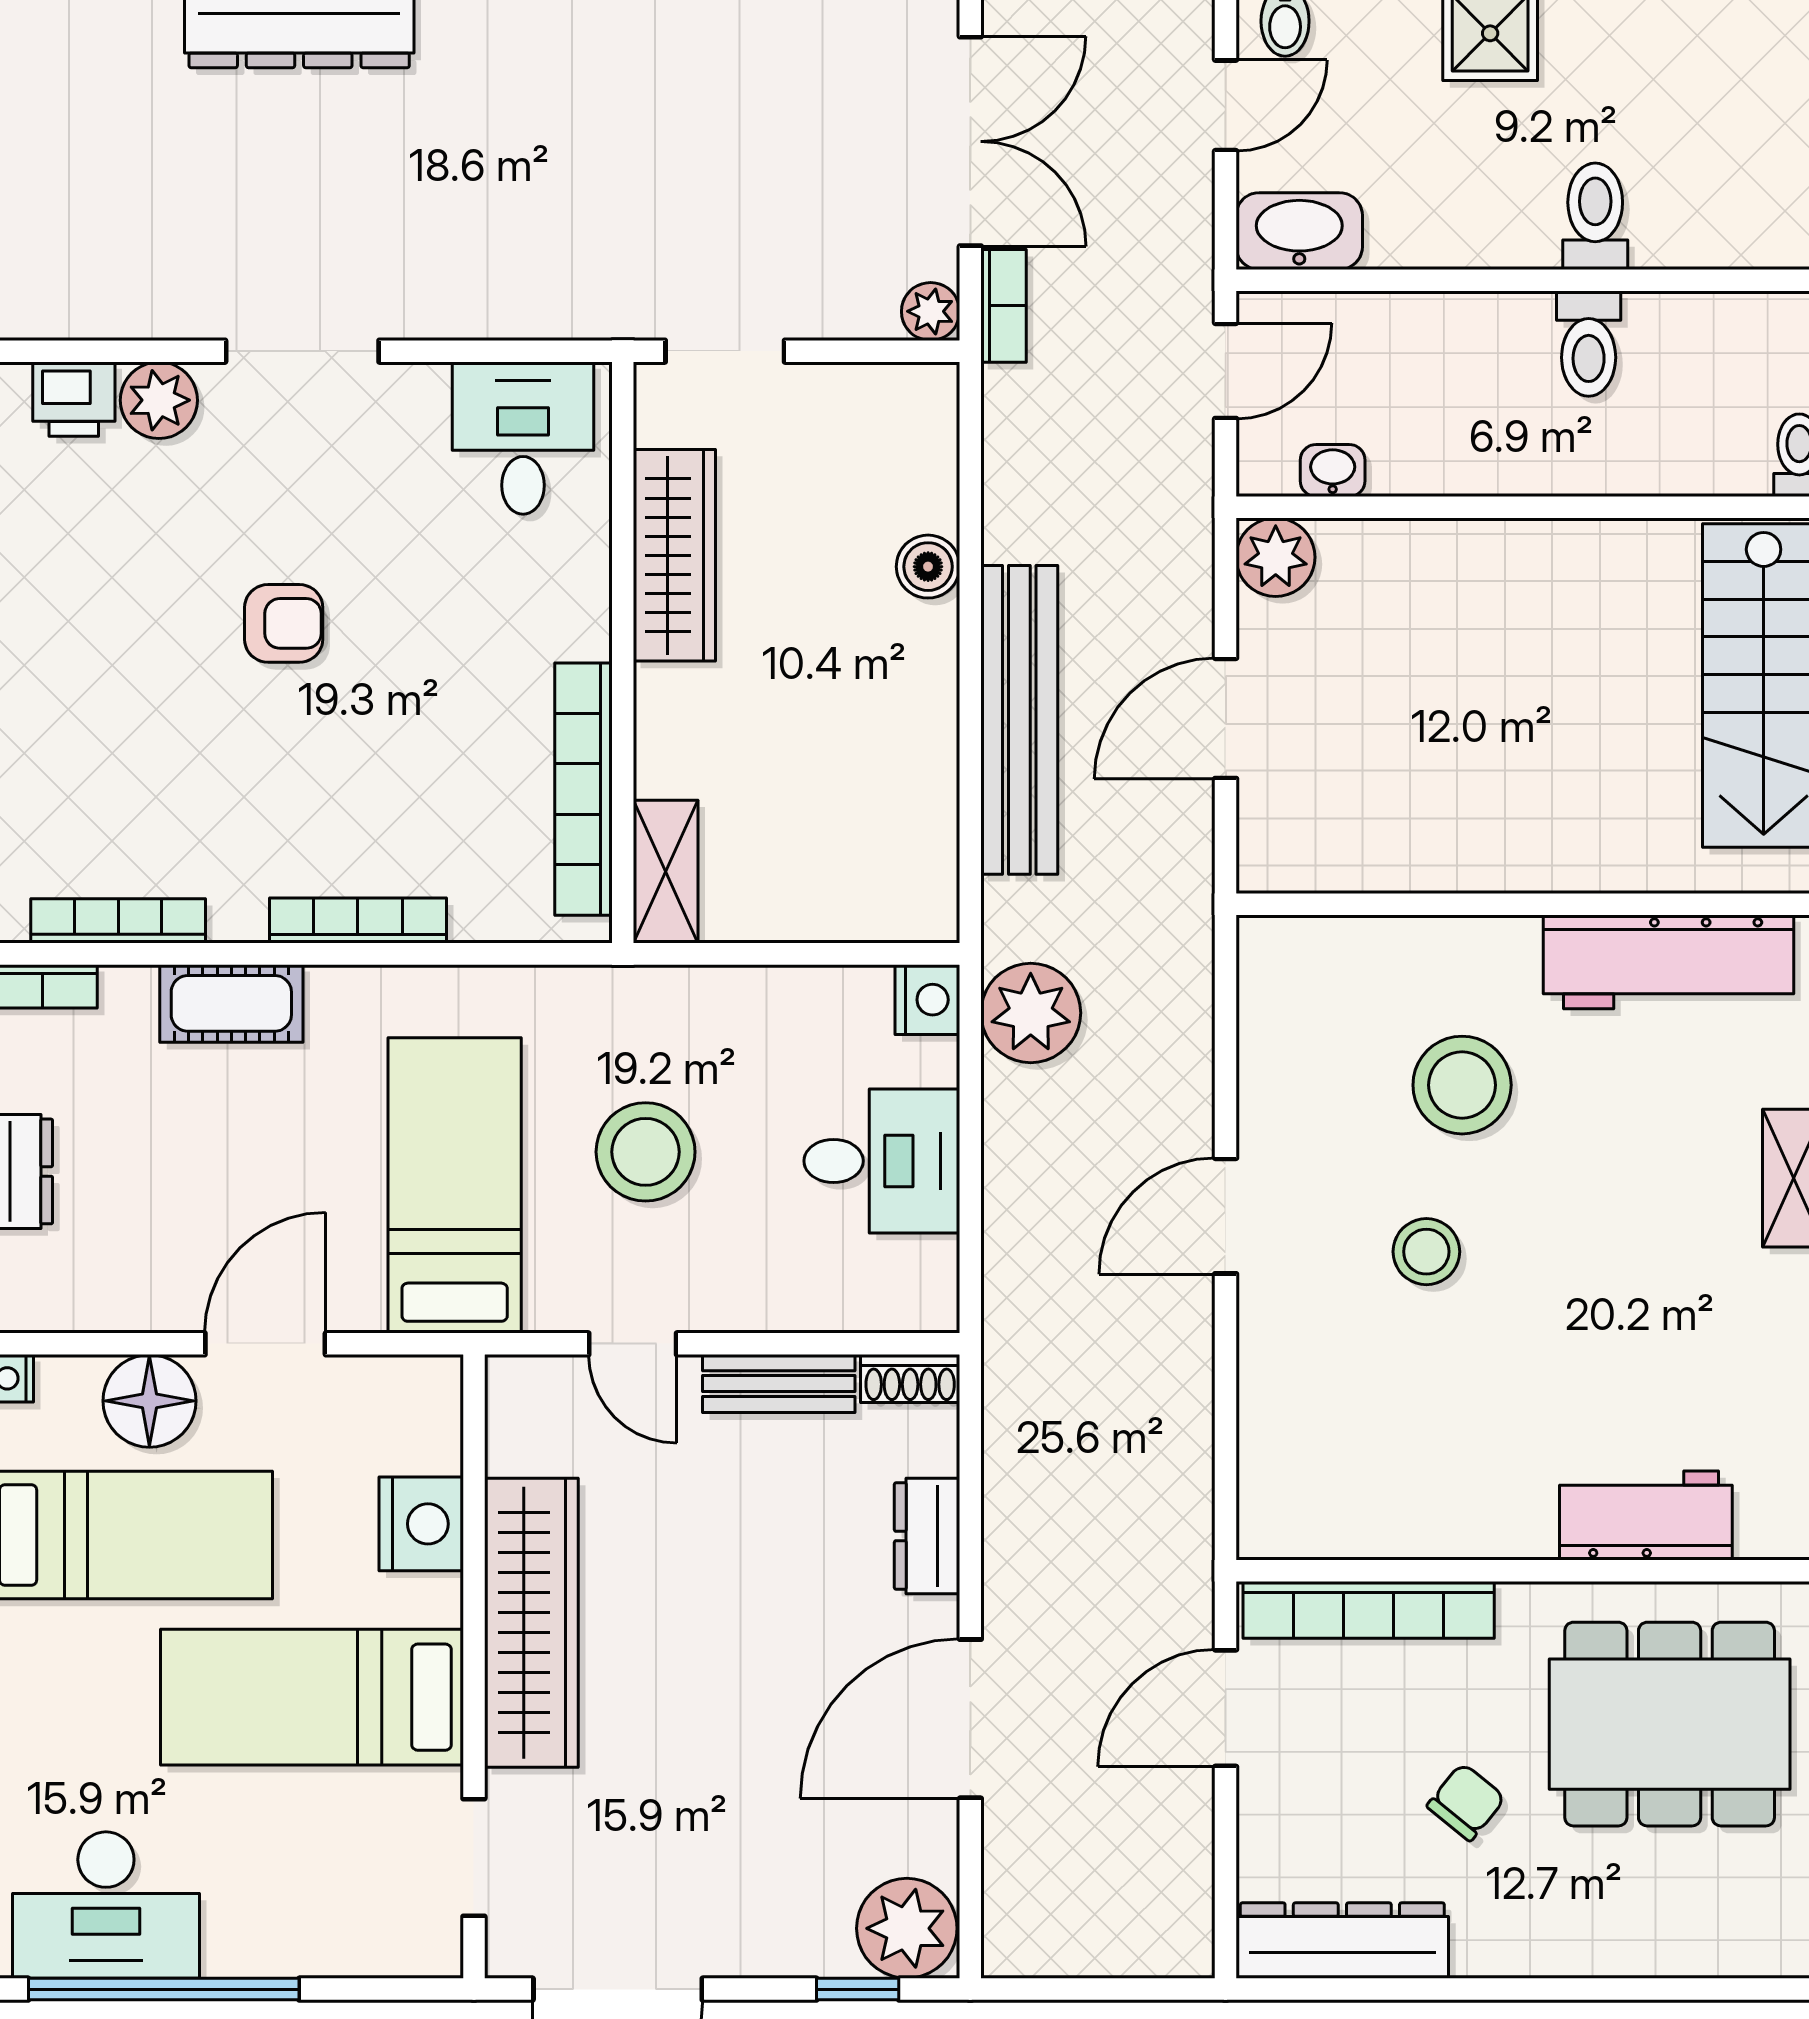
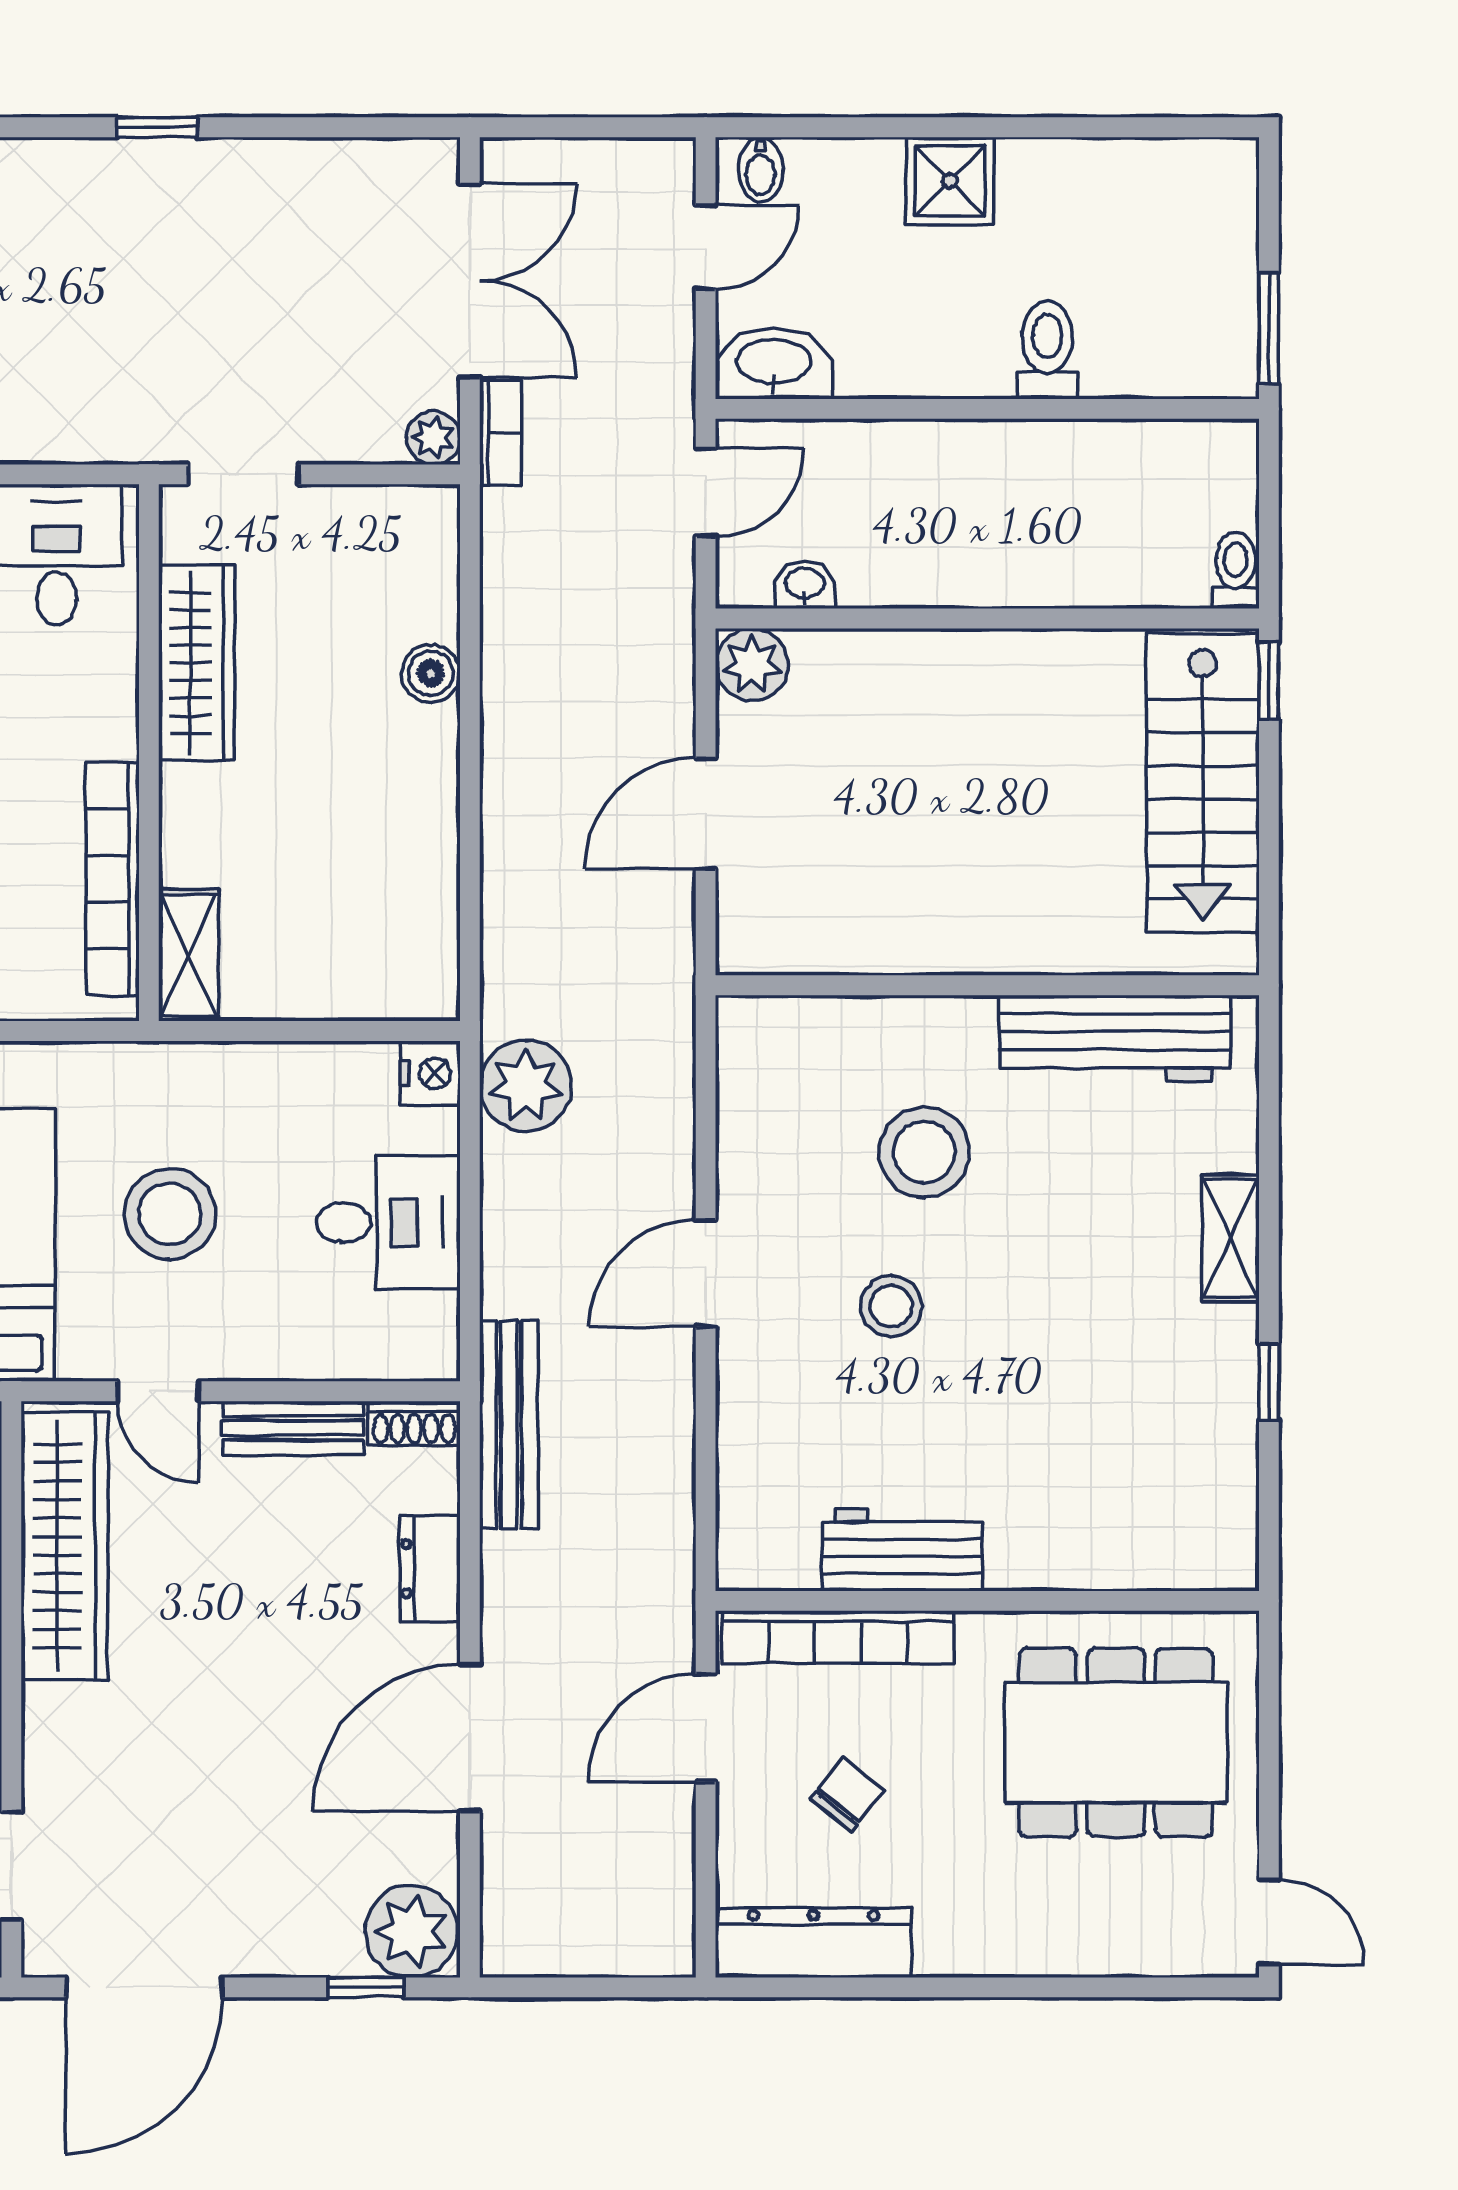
toilet: (1589, 344) -> (1041, 467), removed
bench: (1019, 720) -> (509, 1425), moved, width x0.73, depth x0.82
workbench: (1646, 1515) -> (902, 1550), moved
wardrobe: (531, 1623) -> (64, 1546), moved
chair: (1466, 1802) -> (847, 1795), moved

